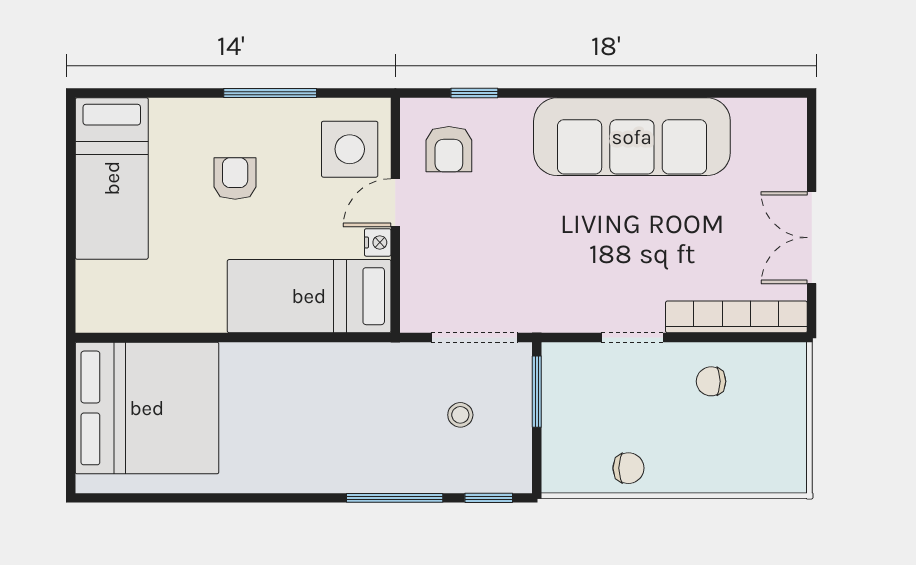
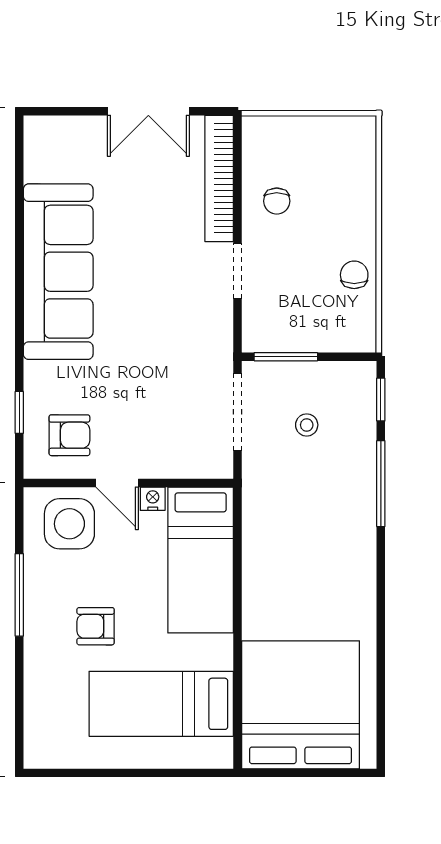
bed: (112, 178) -> (161, 704), moved, turned 180

